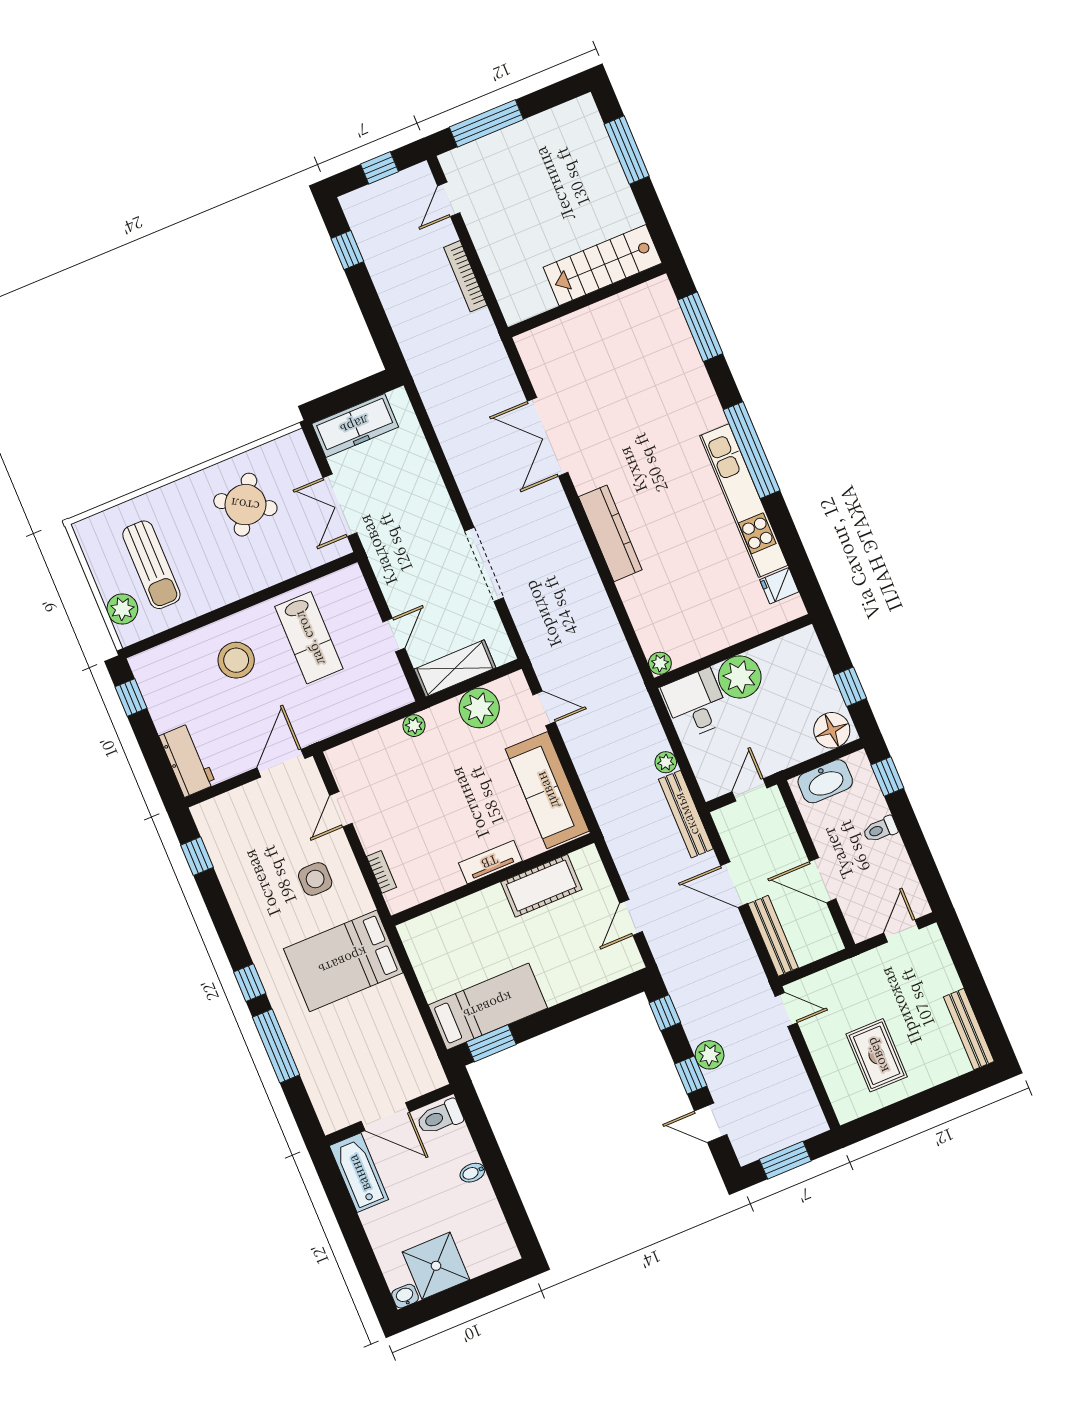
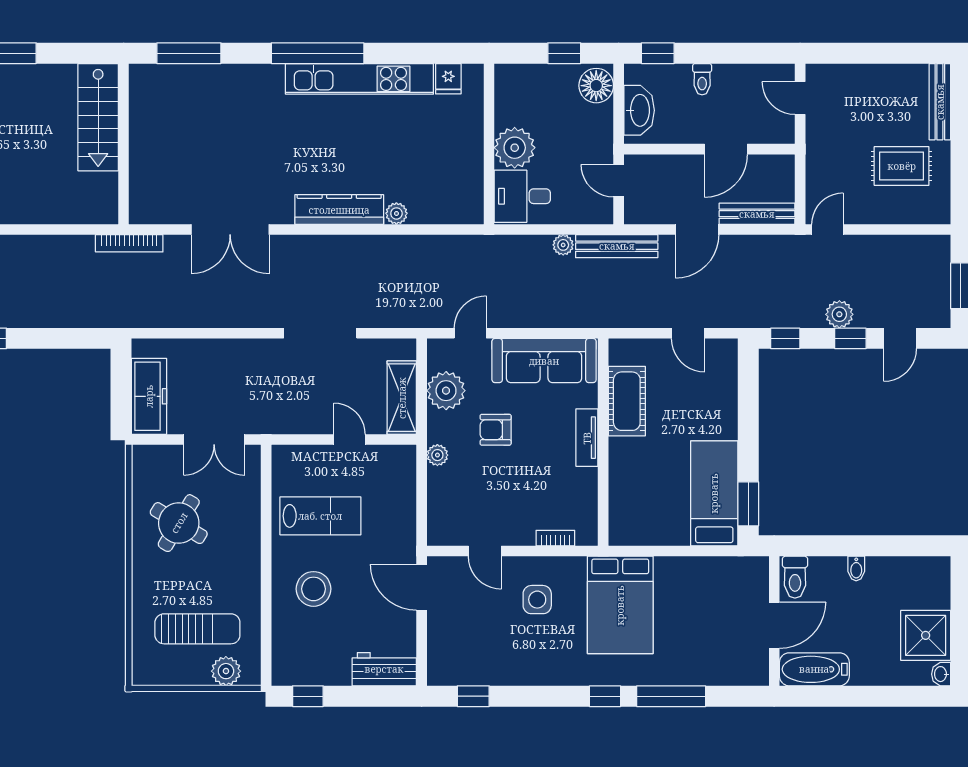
bookcase: (465, 276) -> (129, 243), moved
plant: (660, 663) -> (396, 213), moved
armchair: (461, 771) -> (496, 430), added
bench: (969, 1029) -> (940, 102), moved, turned 90

